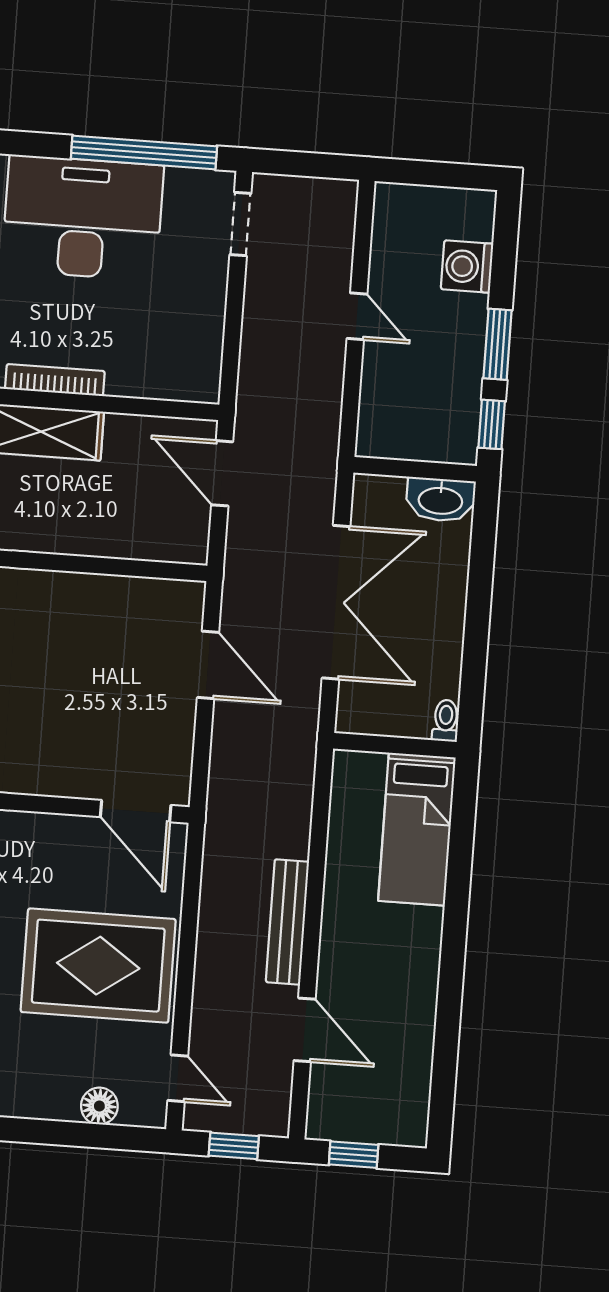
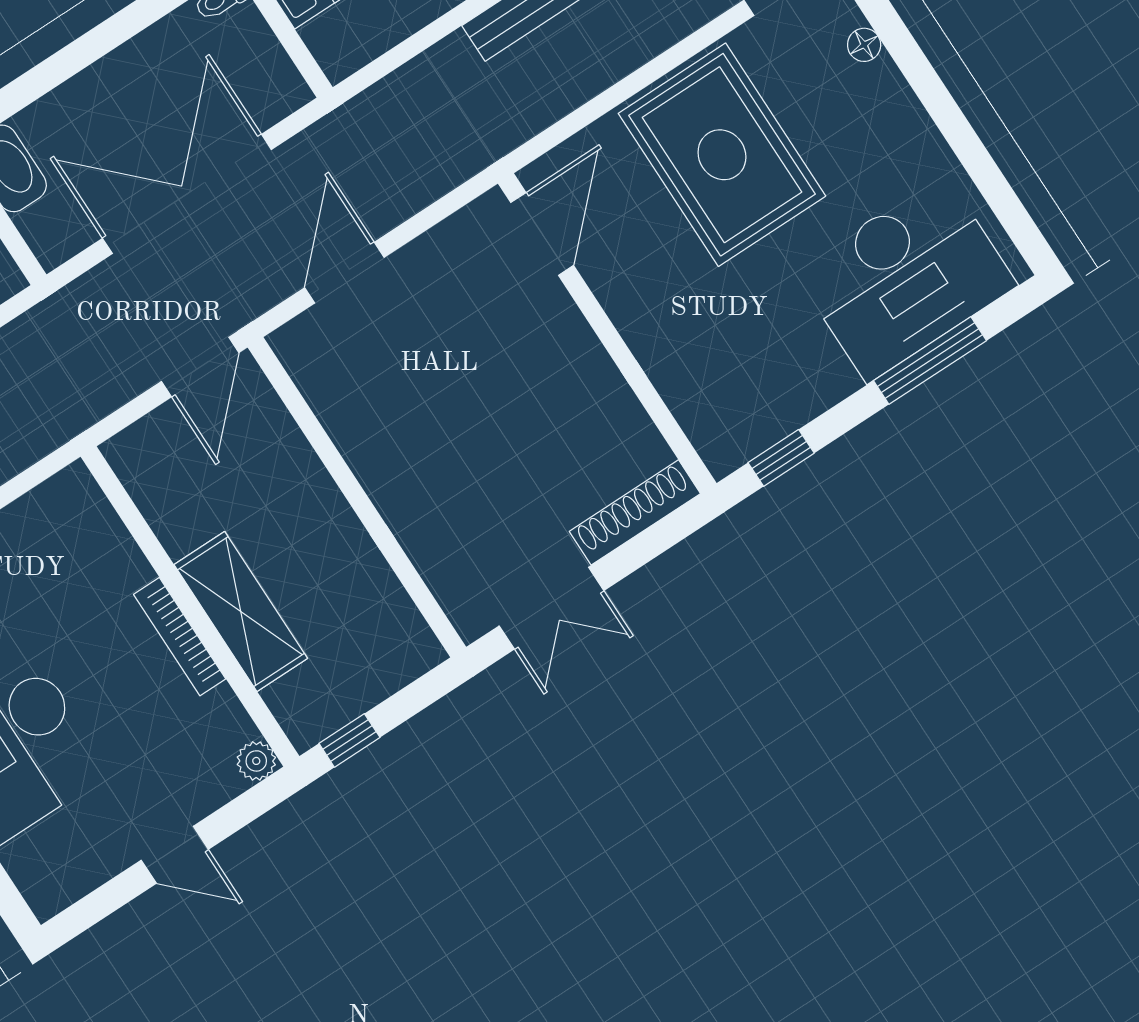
door: (222, 473) -> (200, 367), moved
floor lamp: (99, 1106) -> (864, 45), width x0.73, depth x0.73

